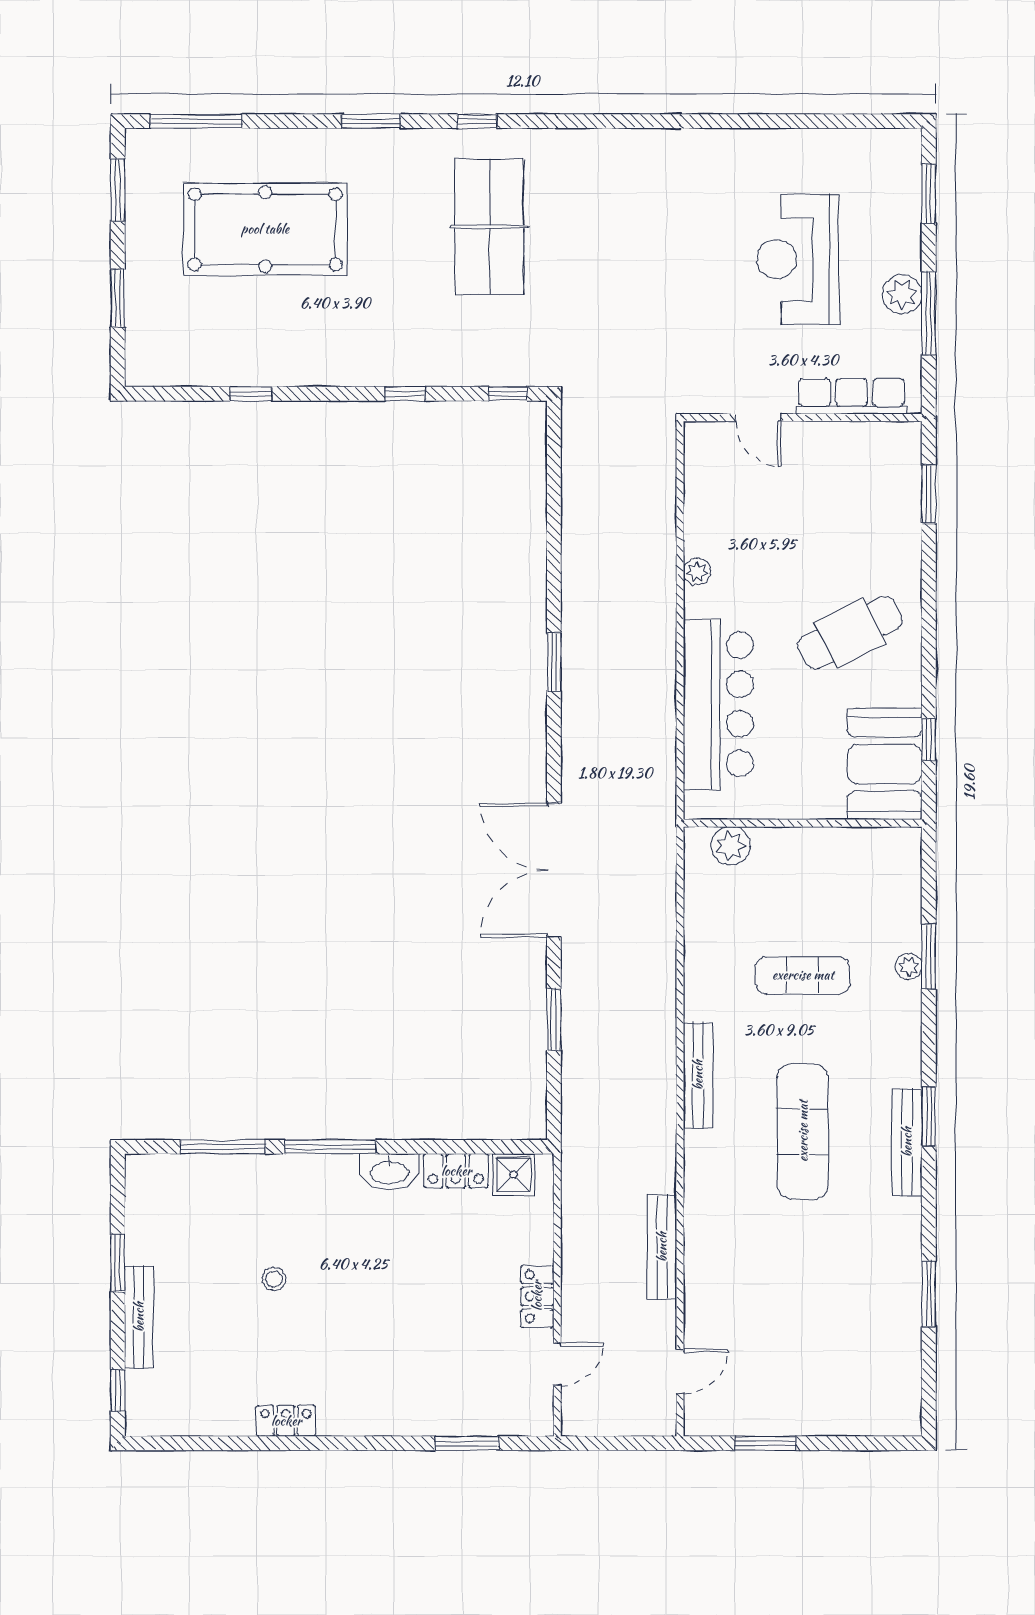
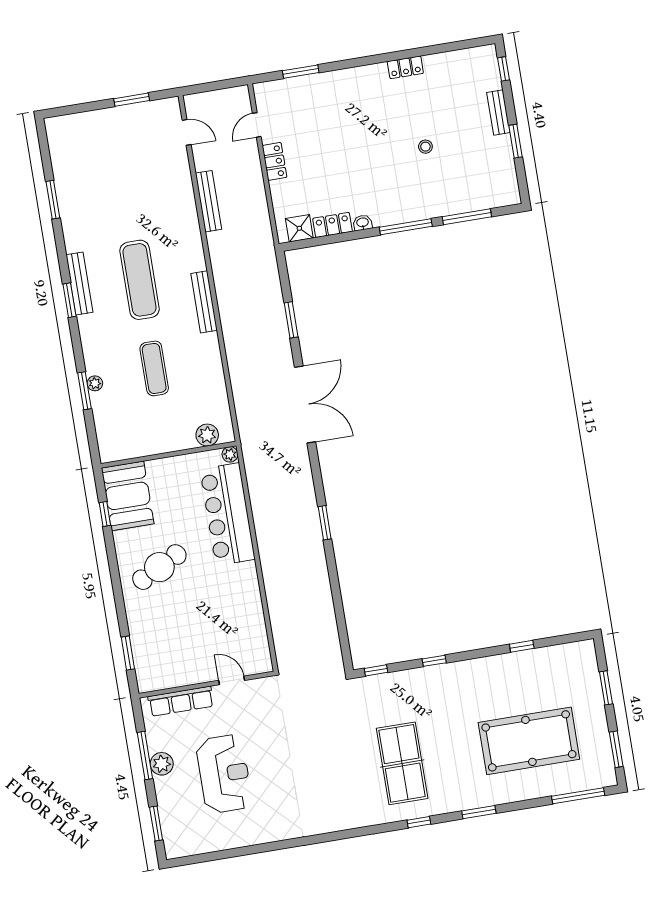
plant: (697, 572) -> (230, 454), moved
exercise mat: (803, 975) -> (154, 368), turned 90
washbasin: (389, 1172) -> (363, 223), width x0.52, depth x0.69
bench: (139, 1317) -> (498, 113), width x0.73
door: (680, 1371) -> (187, 132), swing flipped

